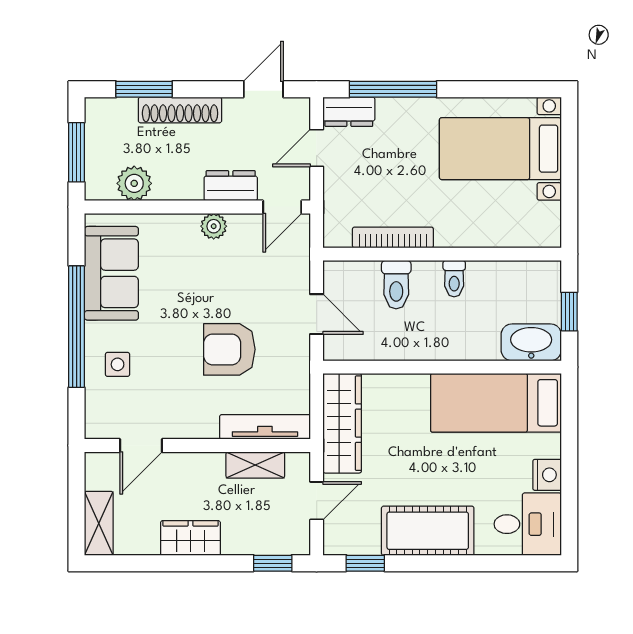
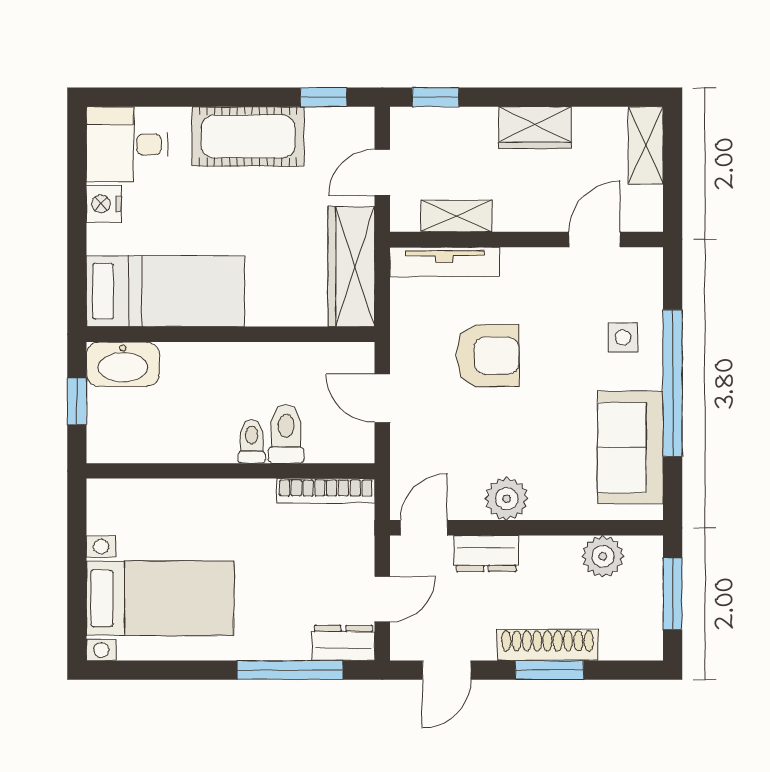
window: (144, 89) -> (549, 670), moved
plant: (214, 226) -> (507, 499), width x1.38, depth x1.38
bookcase: (393, 237) -> (326, 491), moved
toilet: (454, 279) -> (252, 441), moved

